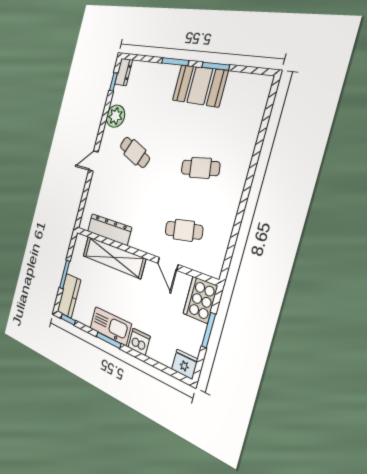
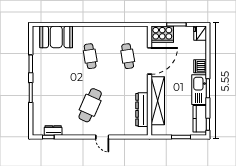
dresser: (124, 72) -> (53, 130), moved
booth: (200, 86) -> (56, 37), moved, turned 90
plant: (115, 116) -> (70, 128), removed
cafe table: (135, 152) -> (90, 105), width x1.37, depth x1.35
door: (168, 264) -> (150, 61), width x1.87
kitchen counter: (69, 296) -> (200, 119), moved, turned -90

